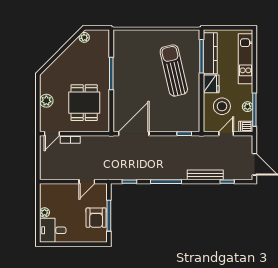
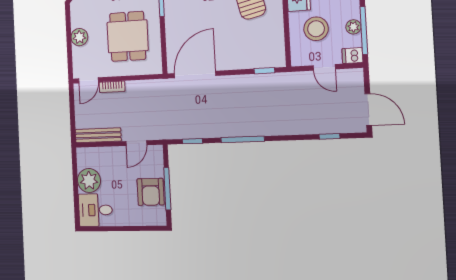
door: (226, 134) -> (324, 67), swing flipped
bench: (205, 175) -> (98, 135), moved
plant: (45, 212) -> (89, 180), width x1.87, depth x1.87

